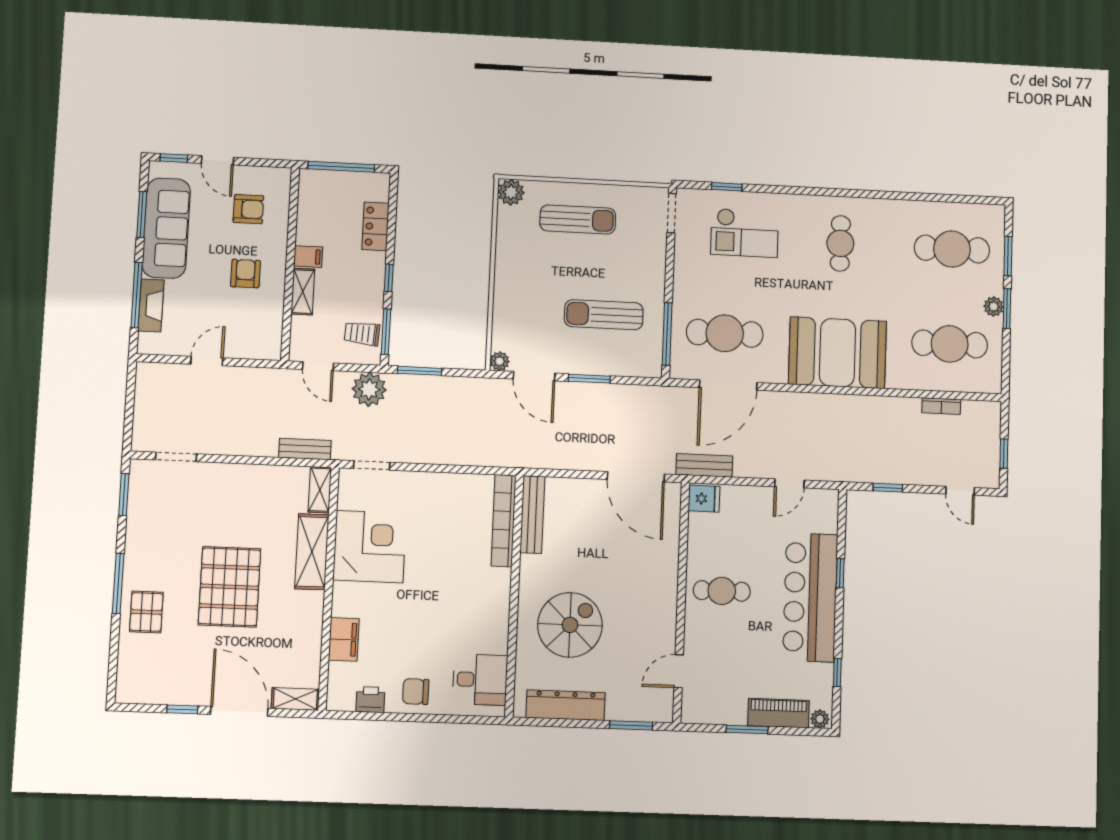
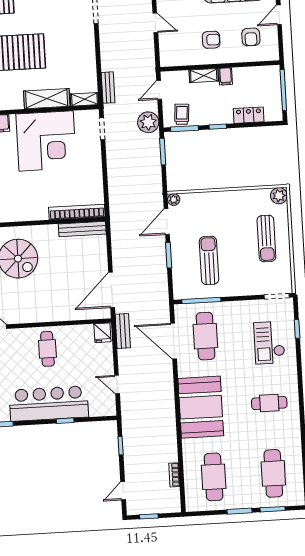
plant: (994, 307) -> (240, 503), removed
corner desk: (370, 547) -> (46, 141), width x1.36, depth x1.36

